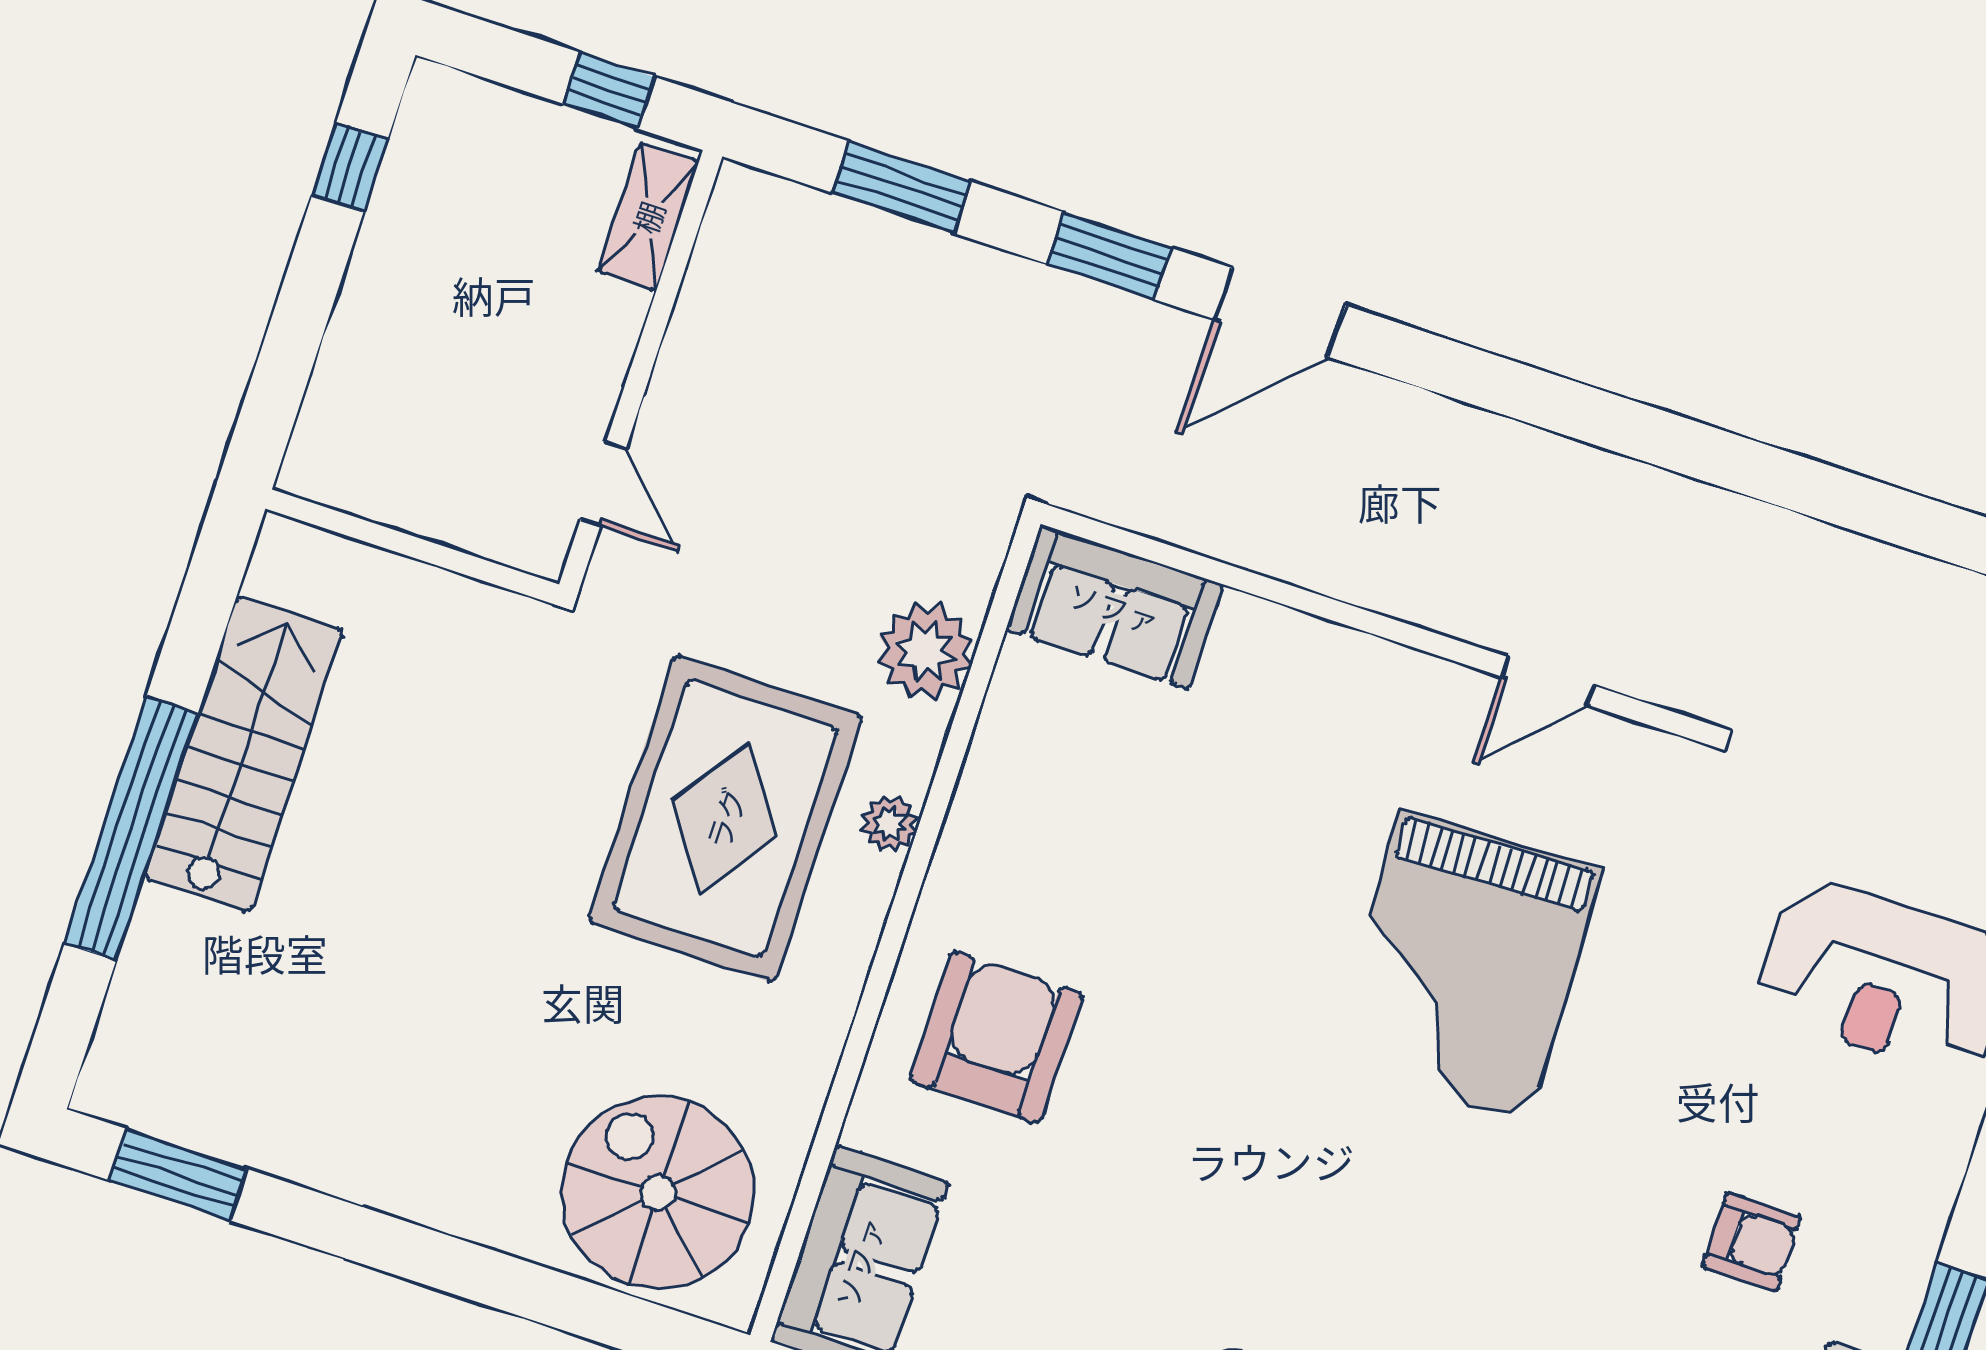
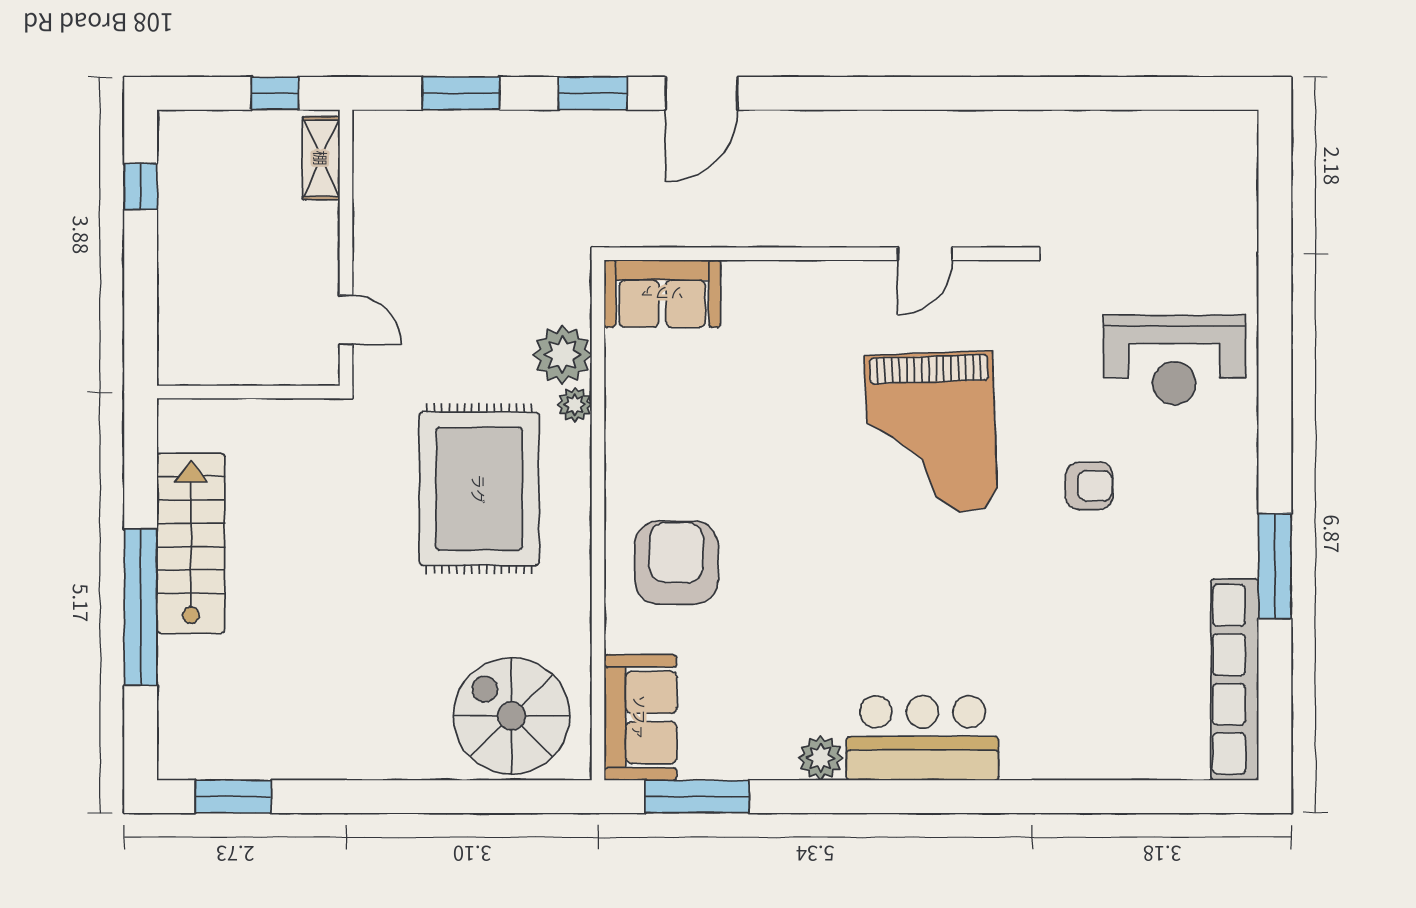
plant: (890, 824) -> (575, 405), moved
armchair: (1752, 1241) -> (1089, 486), moved

